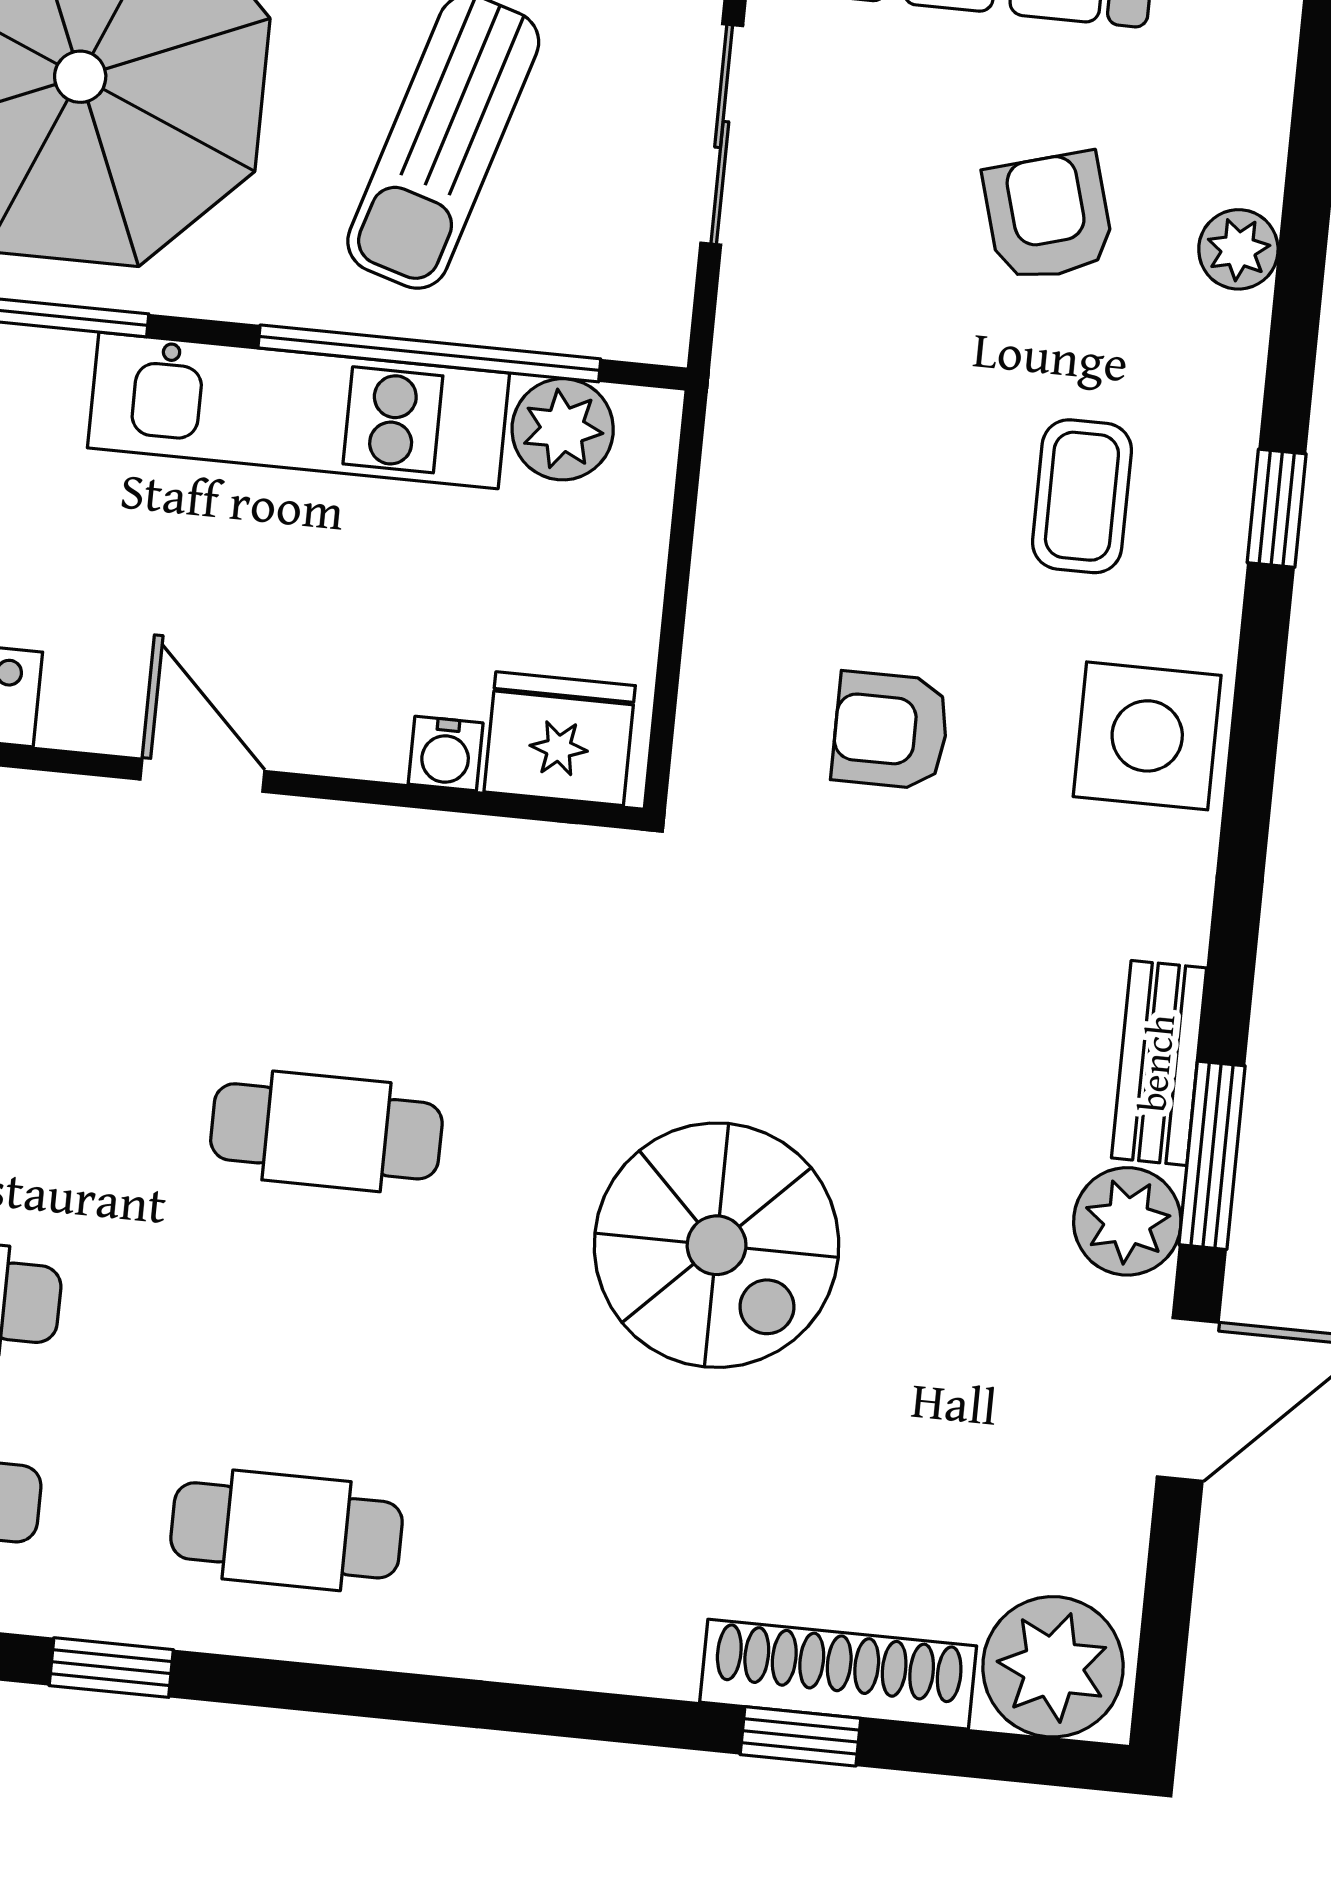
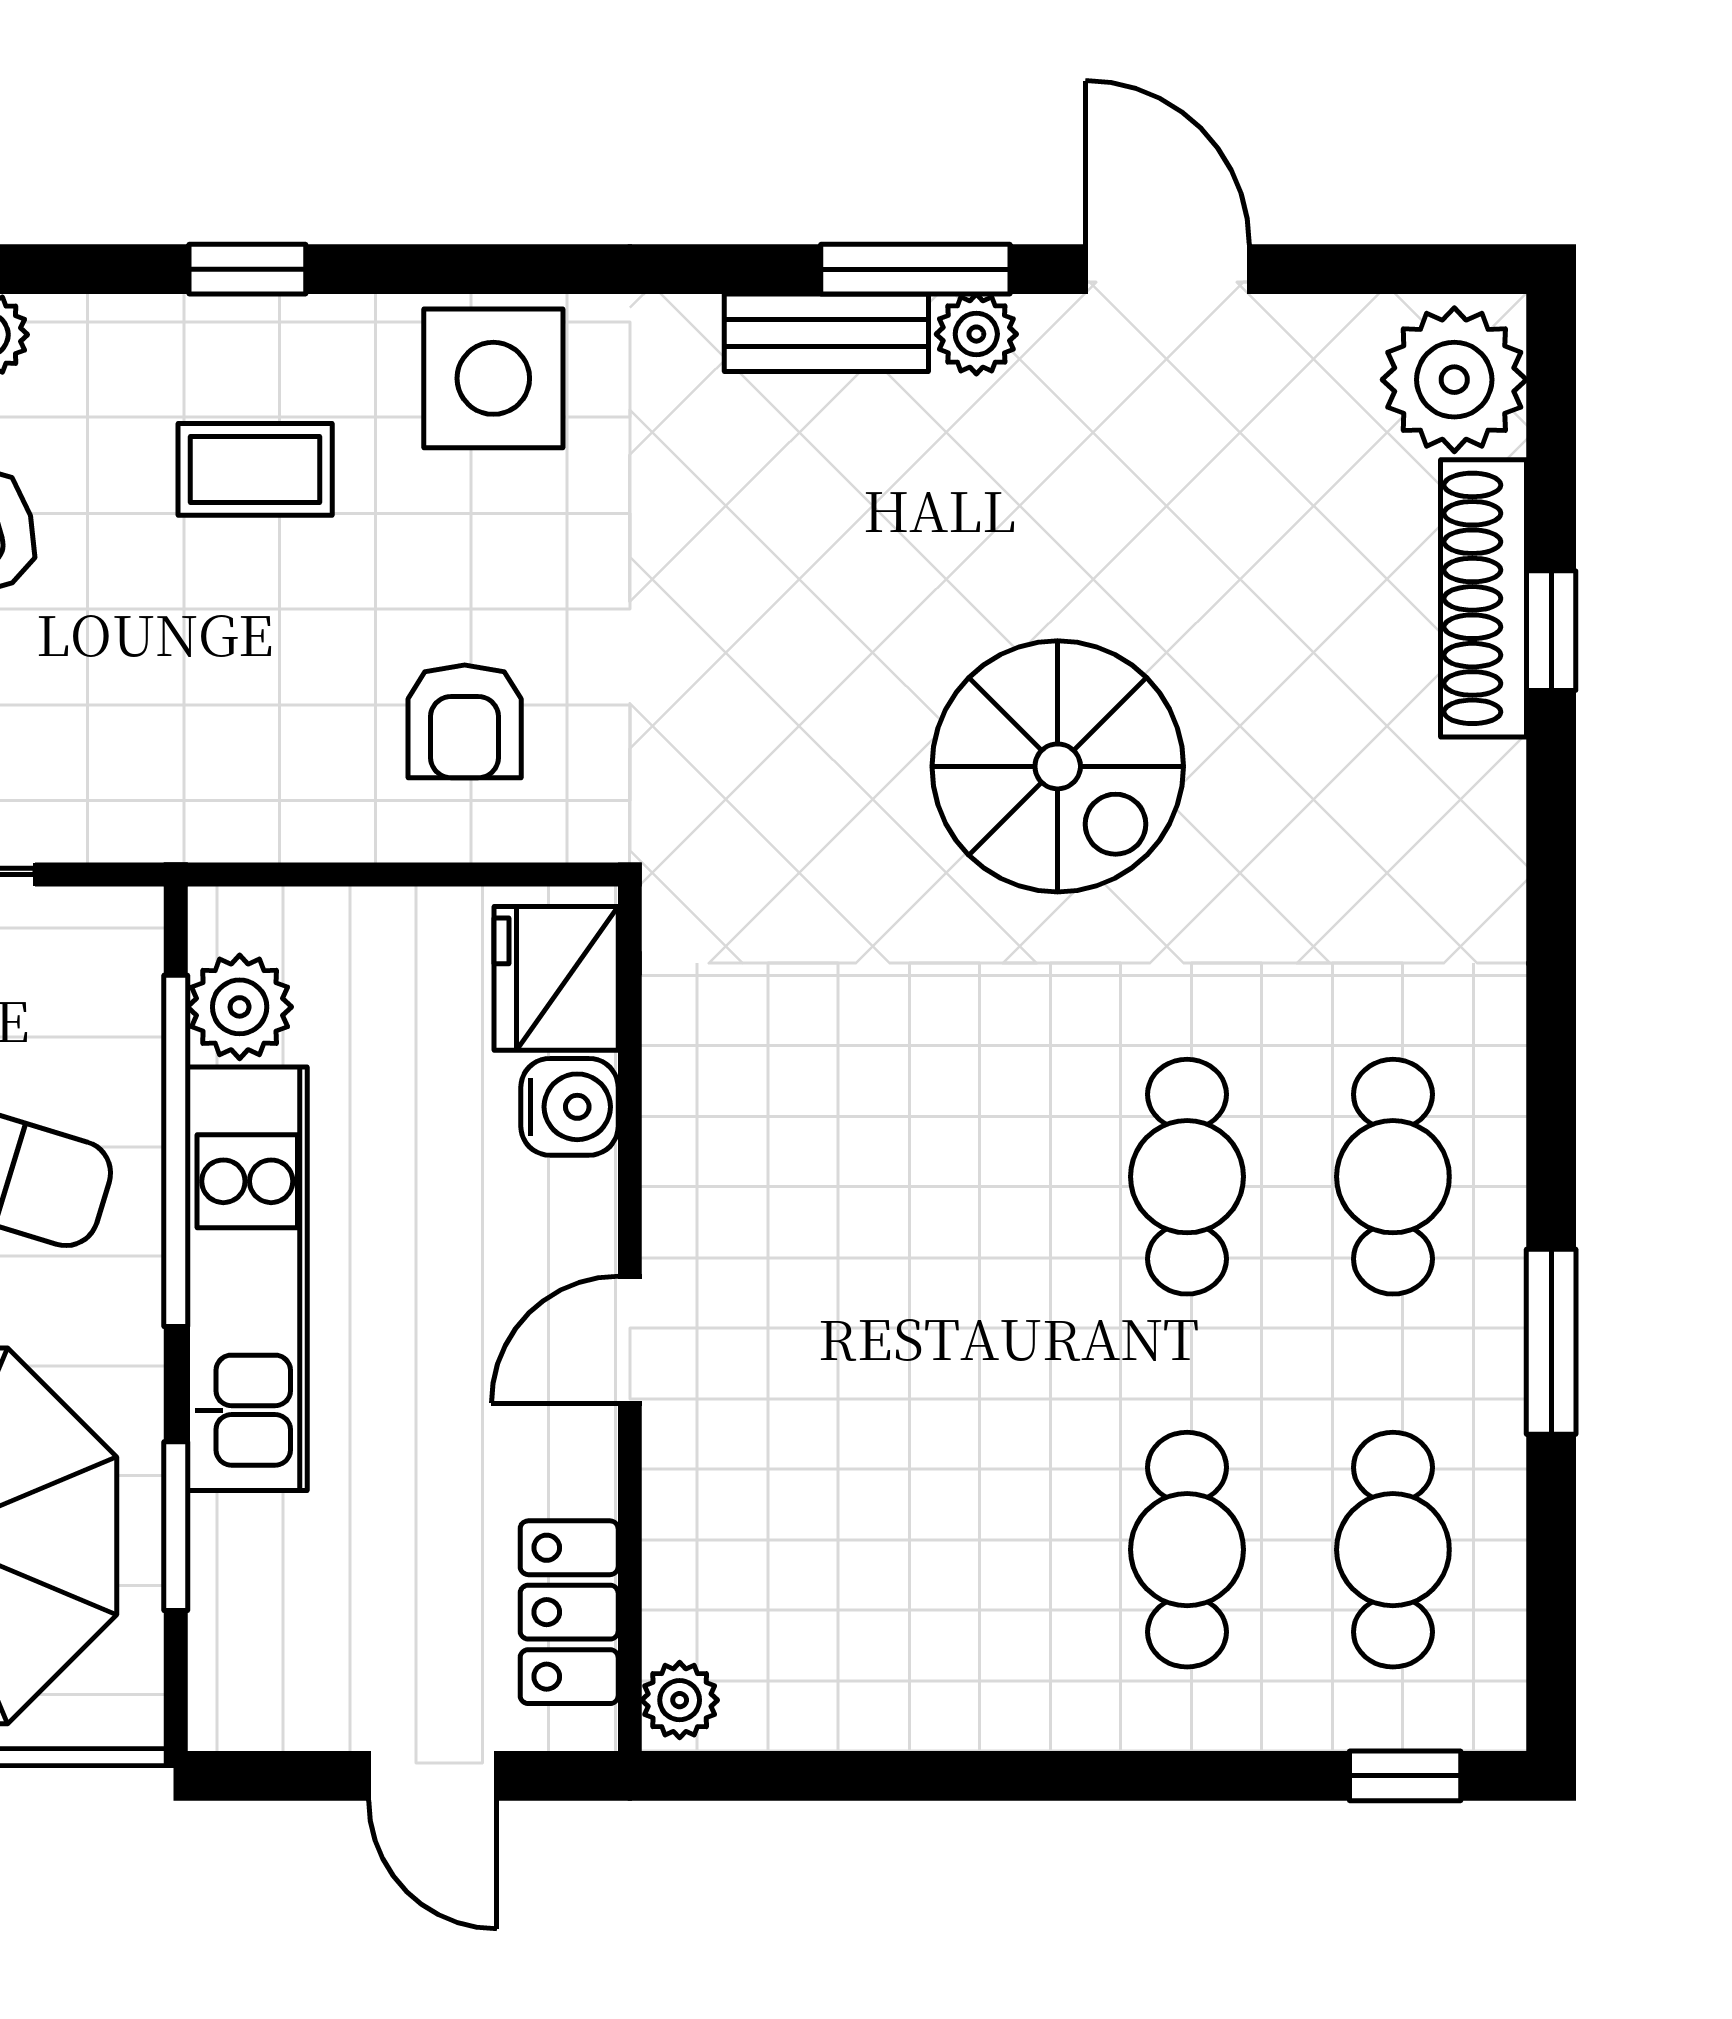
armchair: (891, 730) -> (465, 721), moved
water cooler: (446, 754) -> (569, 1107), width x1.38, depth x1.38
cafe table: (326, 1131) -> (1187, 1177), moved
plant: (1127, 1221) -> (976, 334), width x0.73, depth x0.73
spiral stairs: (717, 1245) -> (1058, 766), turned 90
window: (111, 1668) -> (1551, 1342), width x1.50

